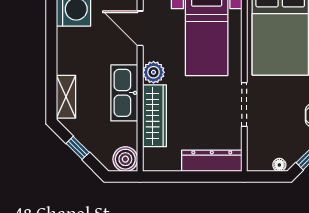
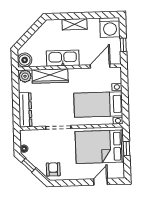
plant: (153, 72) -> (25, 76), moved
shelving: (66, 97) -> (75, 24), moved
window: (78, 148) -> (30, 32), removed

